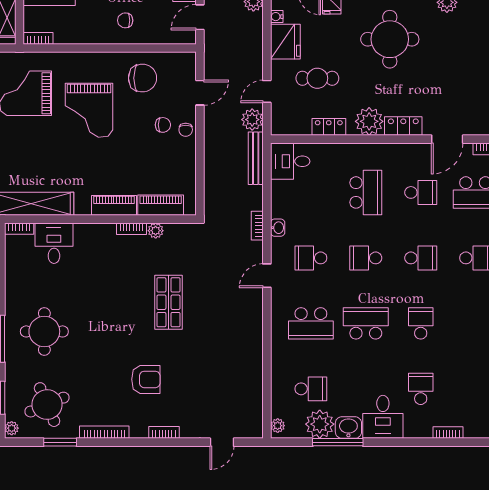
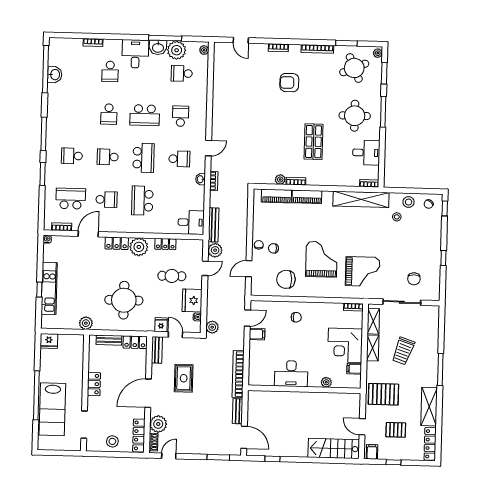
school desk: (421, 192) -> (106, 200), turned 180
desk: (54, 243) -> (366, 153), moved, turned -90
school desk: (366, 258) -> (144, 158), width x1.85
shop shelf: (168, 302) -> (314, 142), moved
school desk: (311, 323) -> (181, 116), width x0.54
door: (222, 442) -> (241, 40), swing flipped

